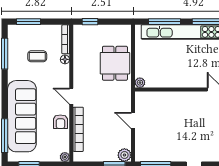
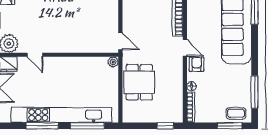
coffee table: (37, 56) -> (236, 113), moved
door: (133, 120) -> (120, 41), moved
armchair: (60, 122) -> (197, 64), moved

